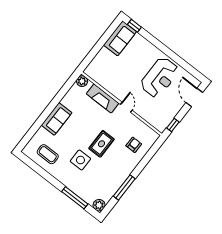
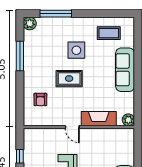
sofa: (56, 119) -> (125, 70), width x1.36
window: (173, 125) -> (20, 156), moved
rug: (101, 144) -> (69, 79), turned 90

